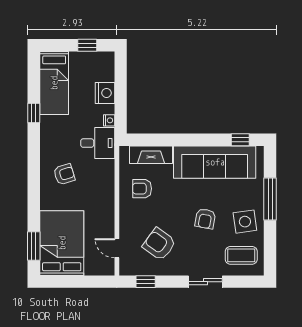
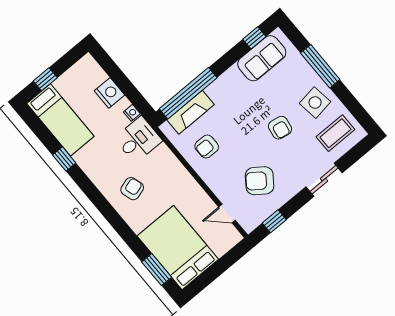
window: (87, 45) -> (45, 79), moved
window: (161, 140) -> (188, 93), added
sofa: (215, 162) -> (262, 58), width x0.54, depth x0.79

